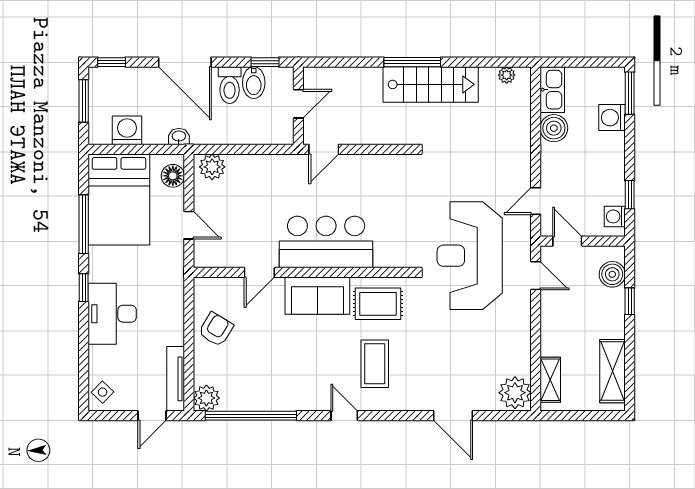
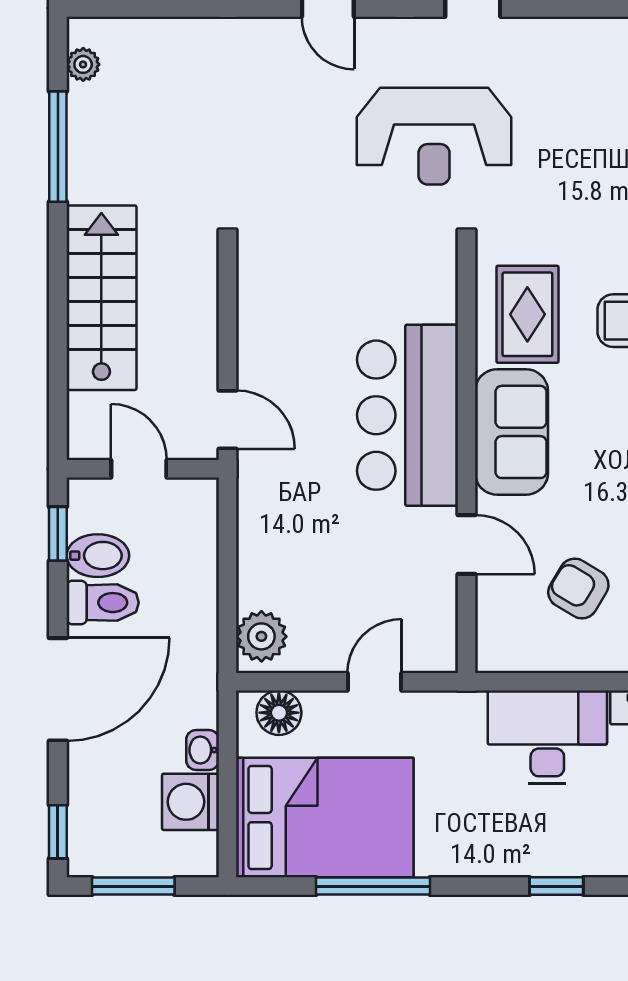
window: (412, 62) -> (58, 147), moved
stairs: (431, 84) -> (101, 298), moved
washbasin: (179, 137) -> (203, 750), moved
reception desk: (470, 256) -> (434, 136), width x0.74, depth x0.77
window: (84, 288) -> (556, 886), moved
desk: (112, 314) -> (547, 737), moved, turned 180
armchair: (216, 329) -> (578, 589), moved

